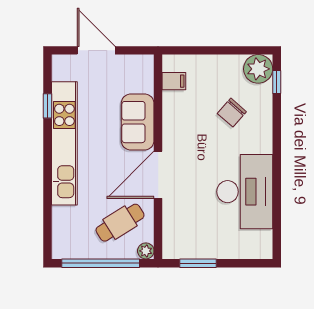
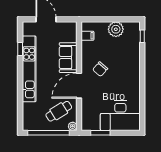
plant: (258, 69) -> (116, 29), moved
chair: (232, 113) -> (100, 69), moved
desk: (245, 192) -> (120, 116), moved, turned 90

